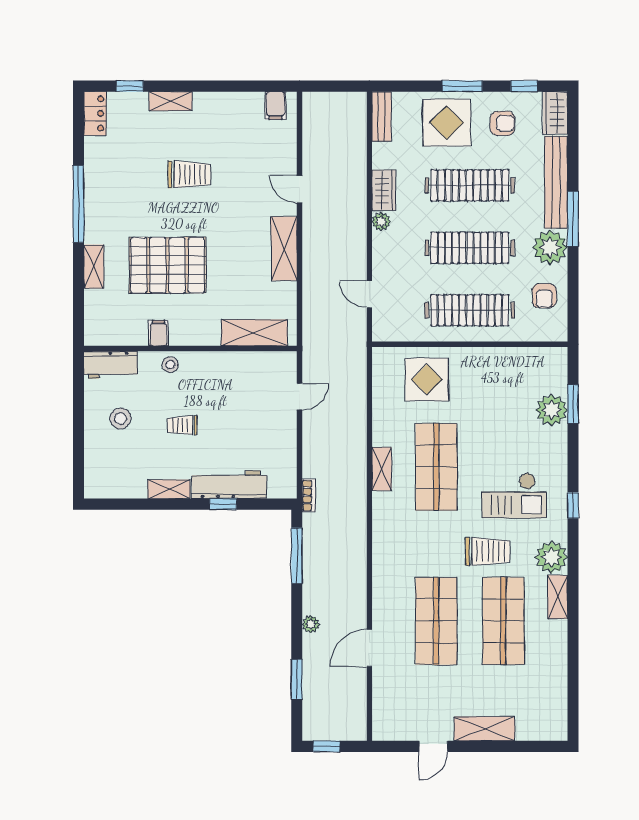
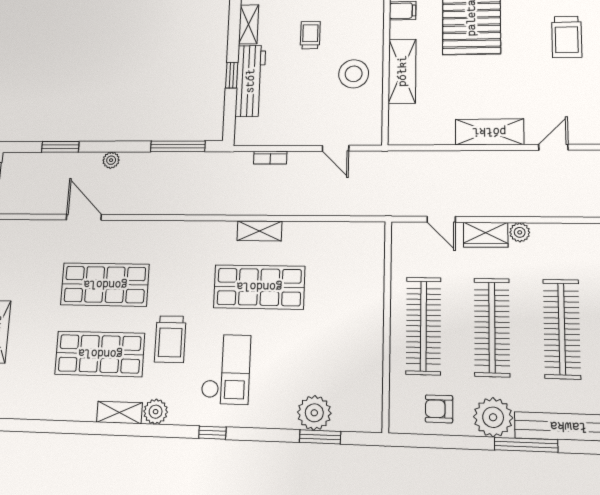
wardrobe: (384, 190) -> (486, 235), moved
door: (369, 294) -> (441, 219), swing flipped
shelving: (254, 333) -> (402, 71), moved
stool: (170, 365) -> (354, 74), moved, width x1.89, depth x1.89
display table: (427, 380) -> (350, 279), removed
bookcase: (309, 495) -> (270, 158), moved
checkout: (514, 496) -> (226, 369), turned 180
plant: (551, 557) -> (156, 412), width x0.73, depth x0.73

